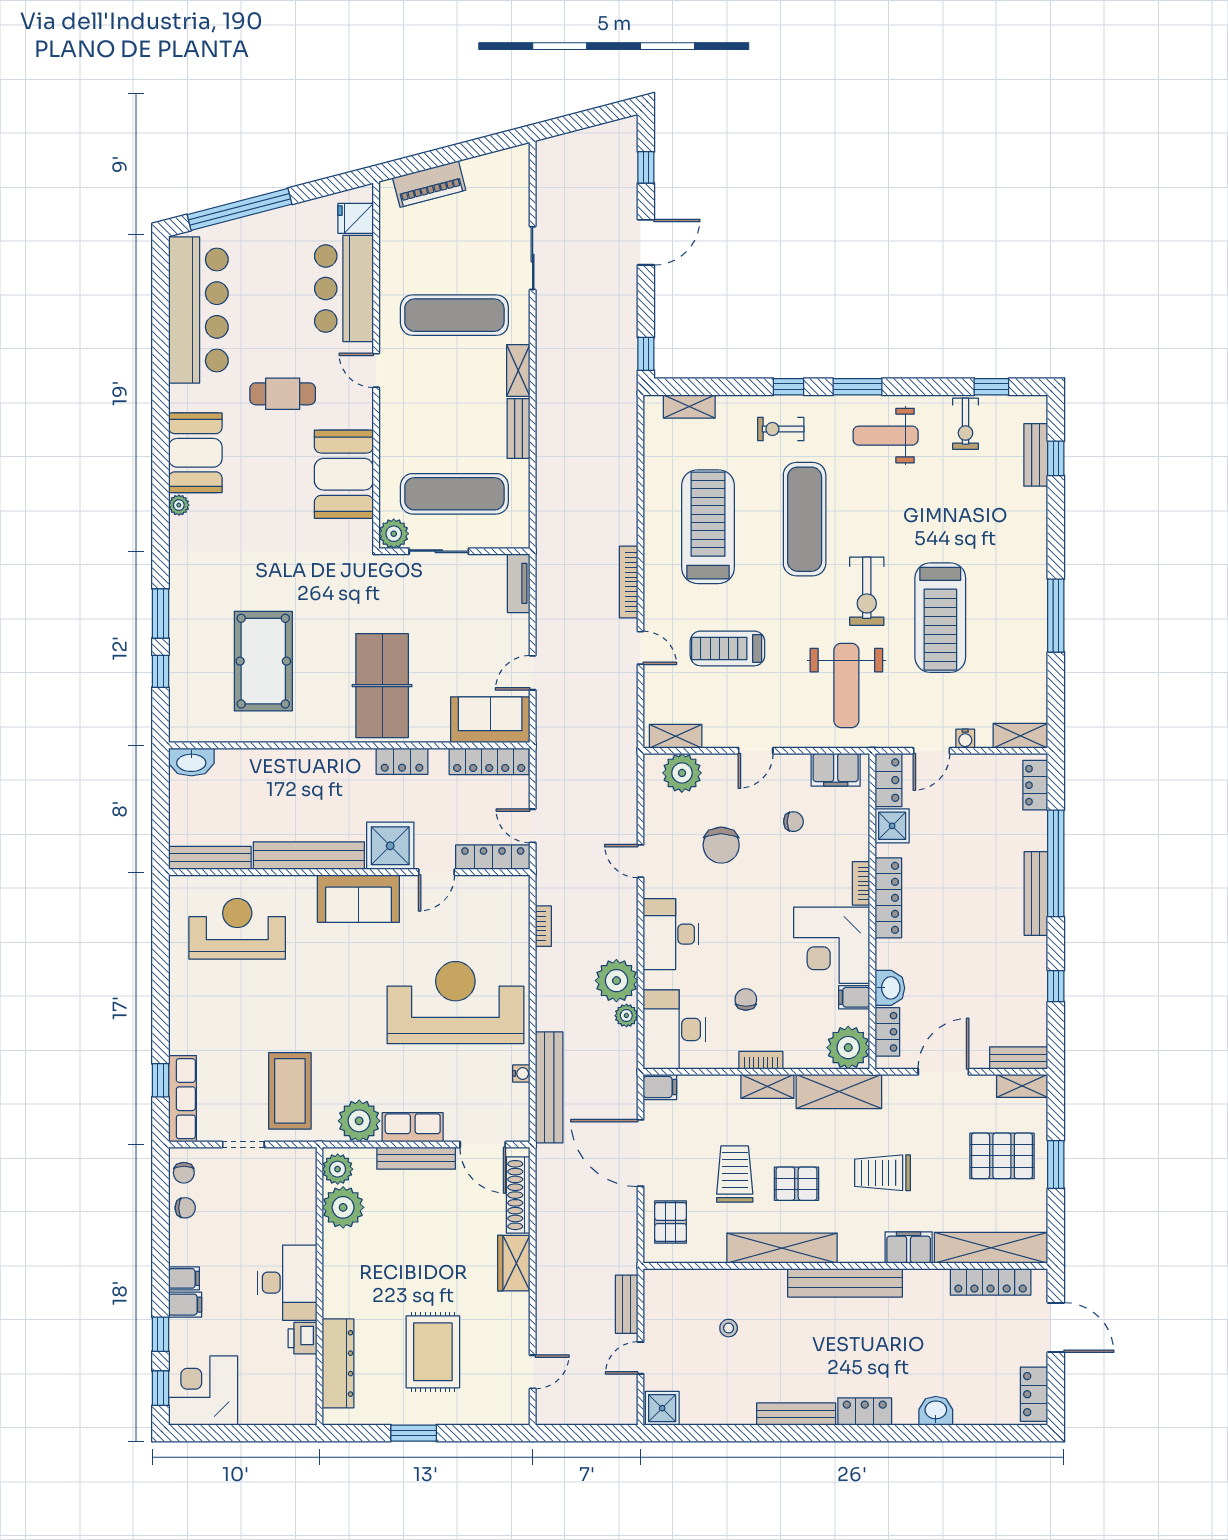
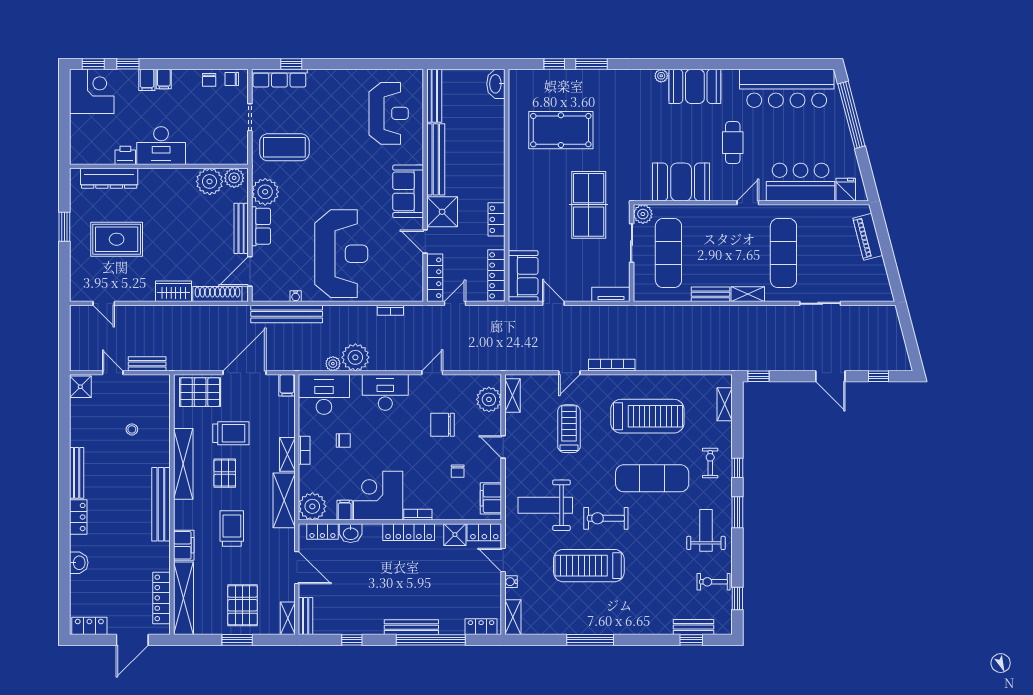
table tennis table: (382, 686) -> (589, 205), moved, turned 90
pallet: (671, 1222) -> (200, 392), width x1.50, depth x1.42

